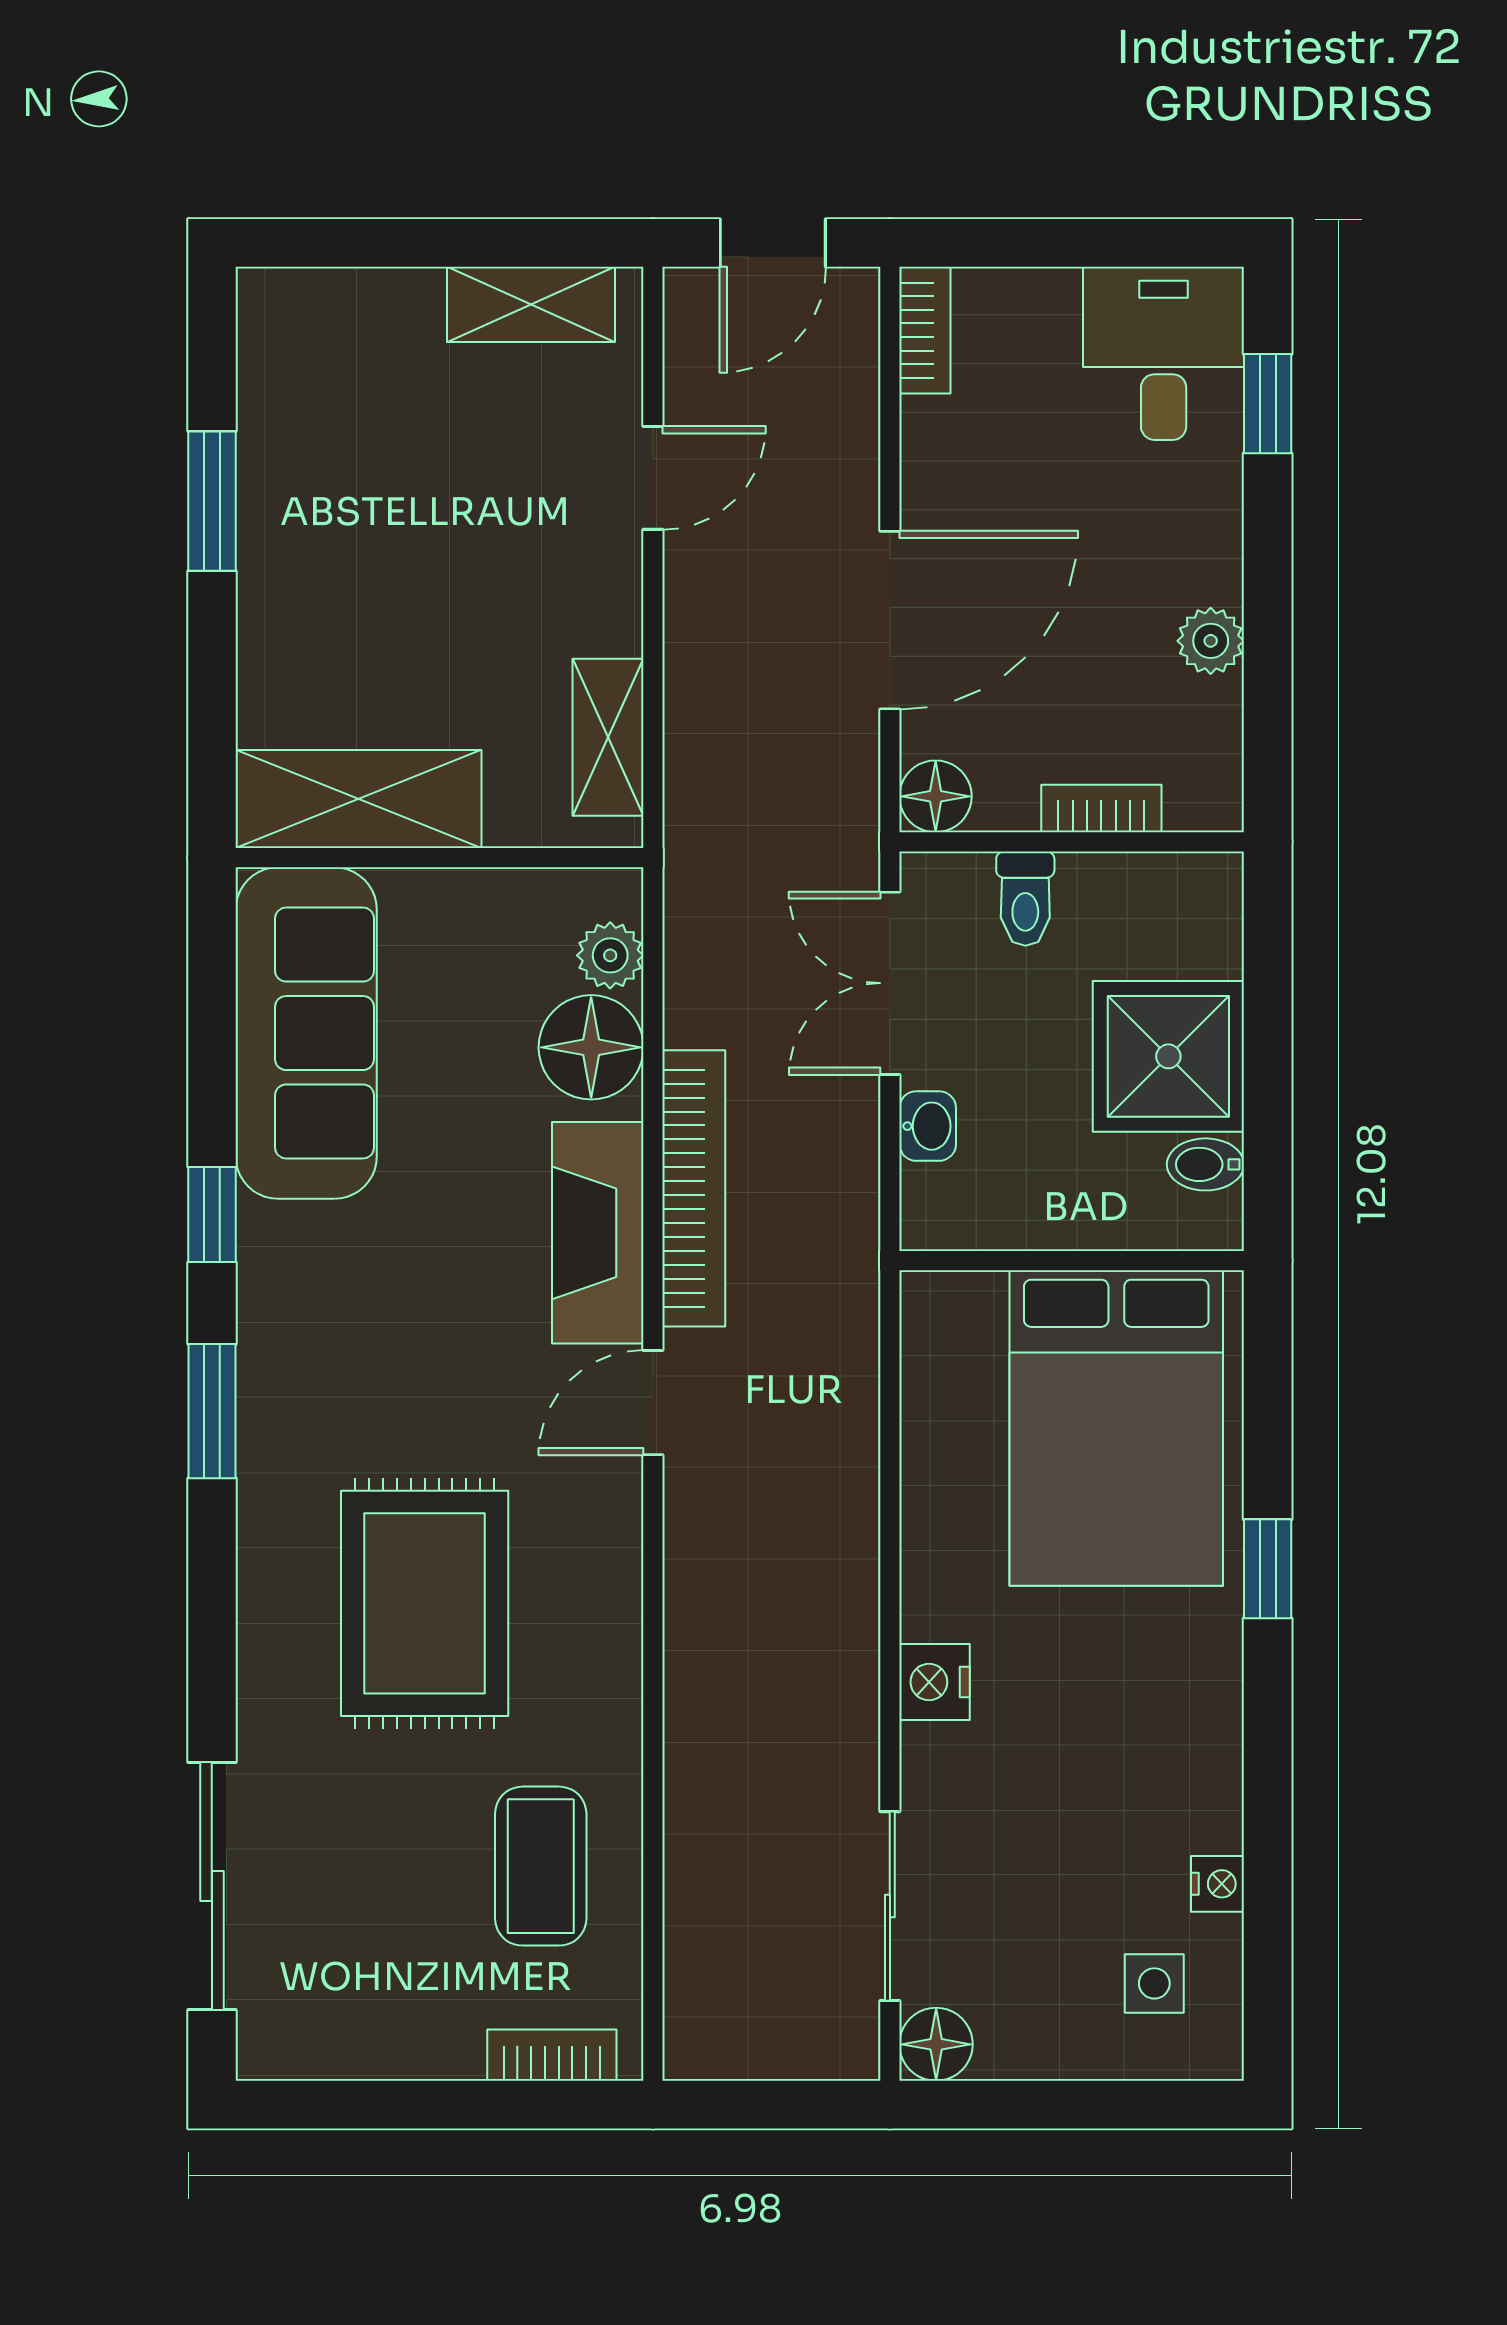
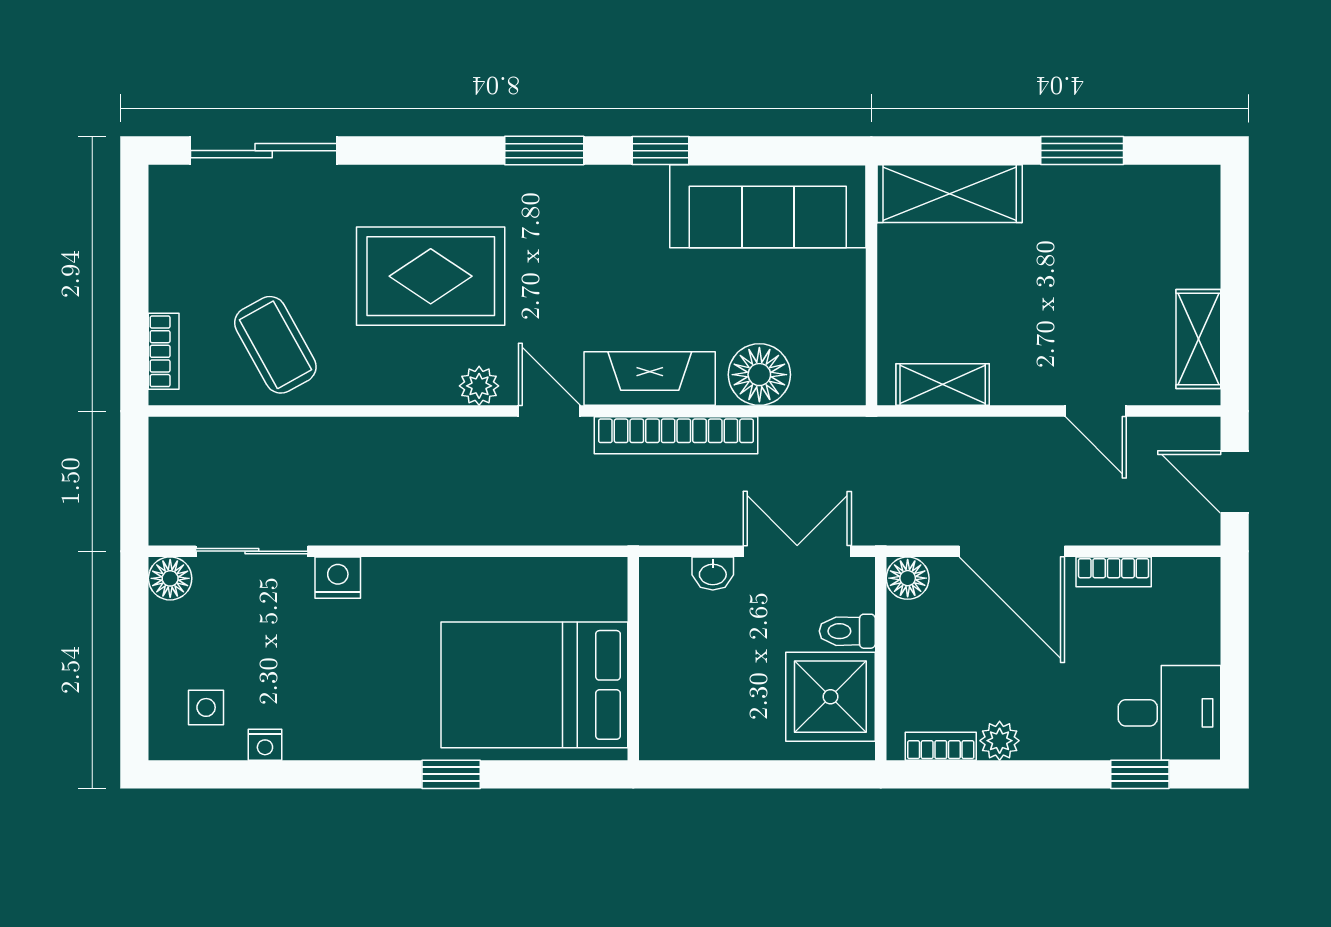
bookcase: (925, 330) -> (1114, 572), moved
shelving: (359, 799) -> (950, 194), moved, turned 90
bookcase: (1101, 808) -> (941, 746), moved, turned -90
plant: (610, 955) -> (479, 386), moved
shower: (1168, 1056) -> (830, 697), moved
bidet: (1205, 1164) -> (690, 738), removed
nightstand: (935, 1682) -> (338, 578), moved
coffee table: (541, 1866) -> (275, 345), turned 61

